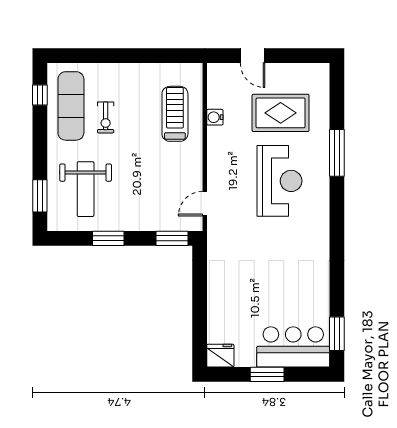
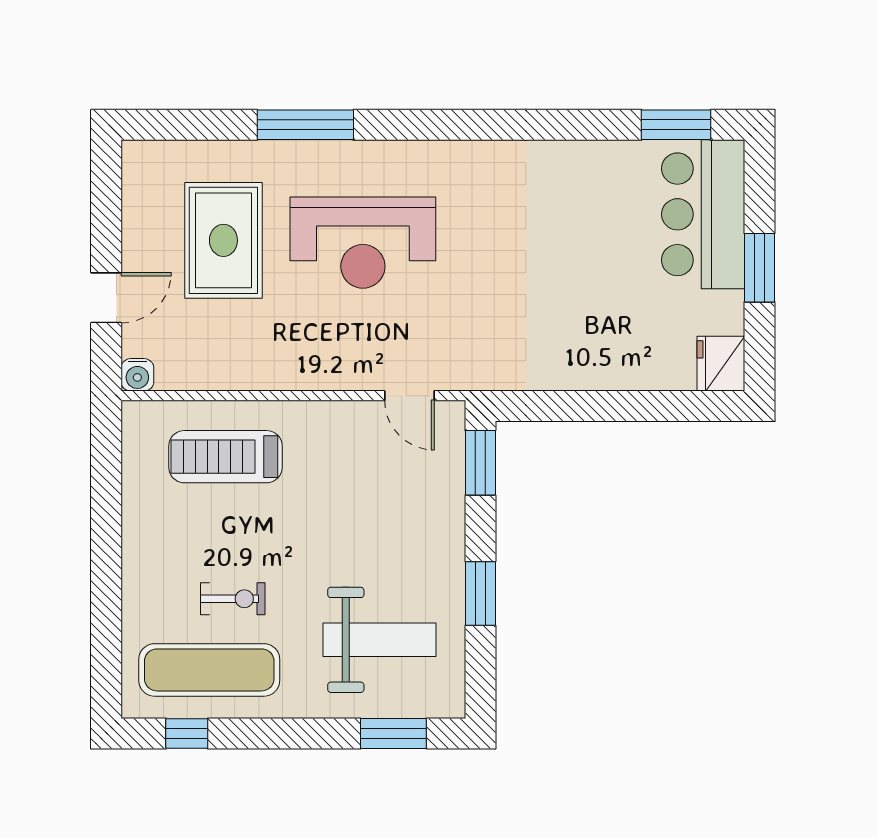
water cooler: (215, 117) -> (137, 375), moved
reception desk: (279, 181) -> (363, 243), turned 180

